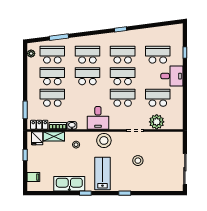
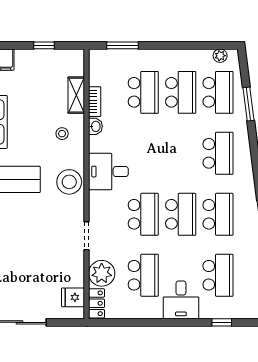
school desk: (87, 76) -> (181, 153), removed
locker: (39, 125) -> (97, 303), moved
fridge: (37, 138) -> (73, 297), moved
stool: (138, 161) -> (34, 241), removed

